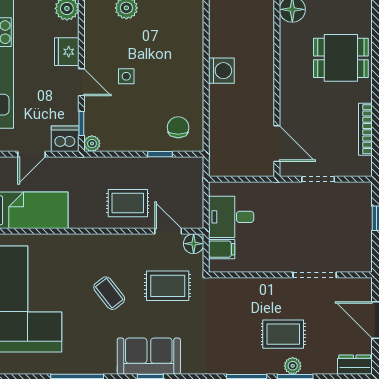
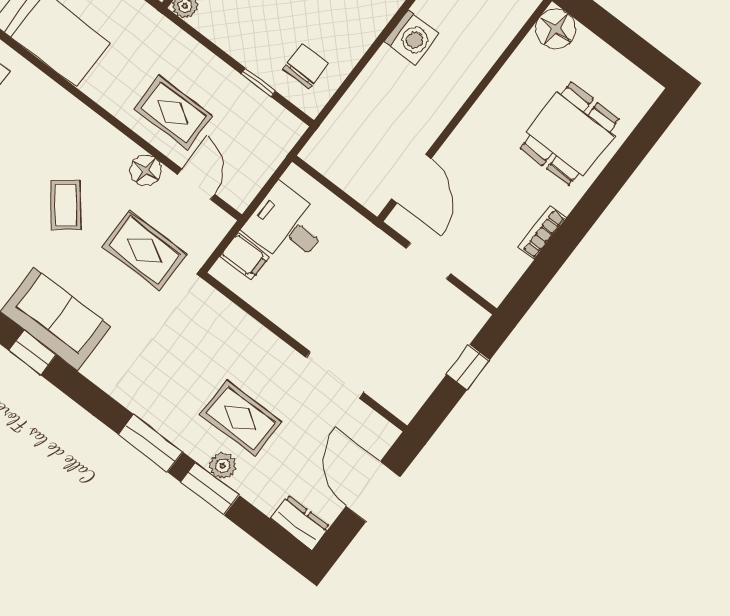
dining table: (341, 58) -> (570, 134), turned 90
bookcase: (365, 129) -> (542, 233), width x0.64
floor lamp: (194, 244) -> (146, 170), moved

